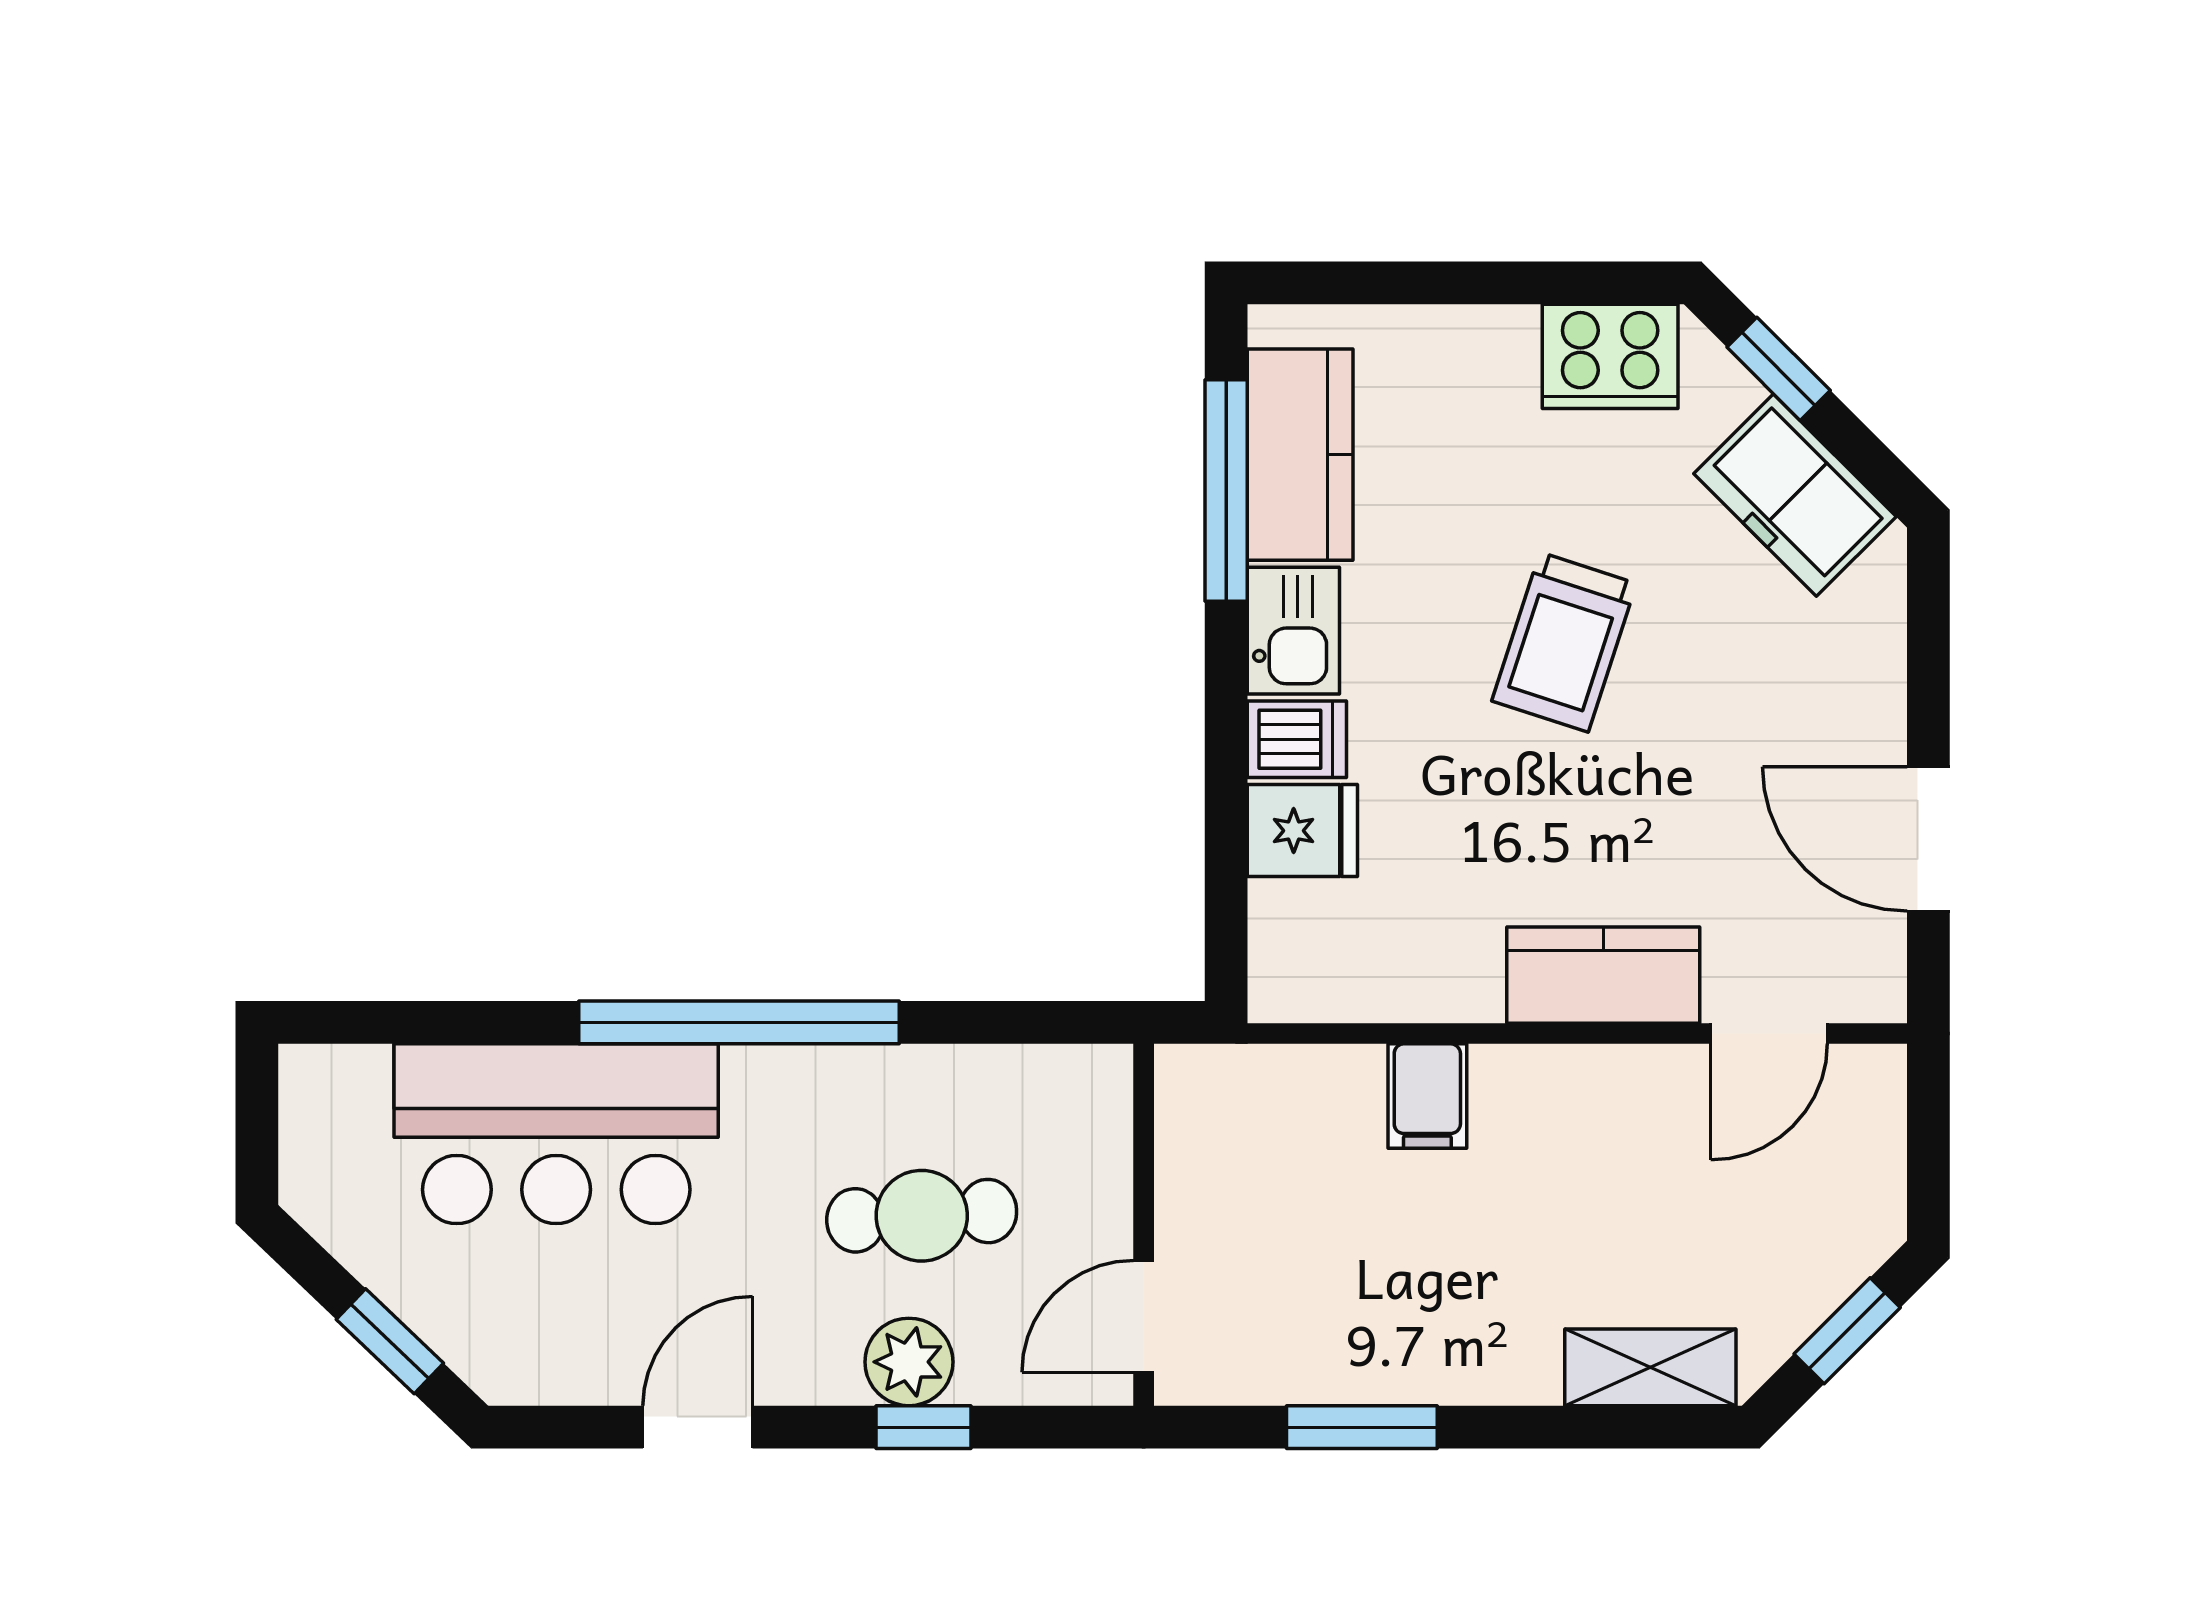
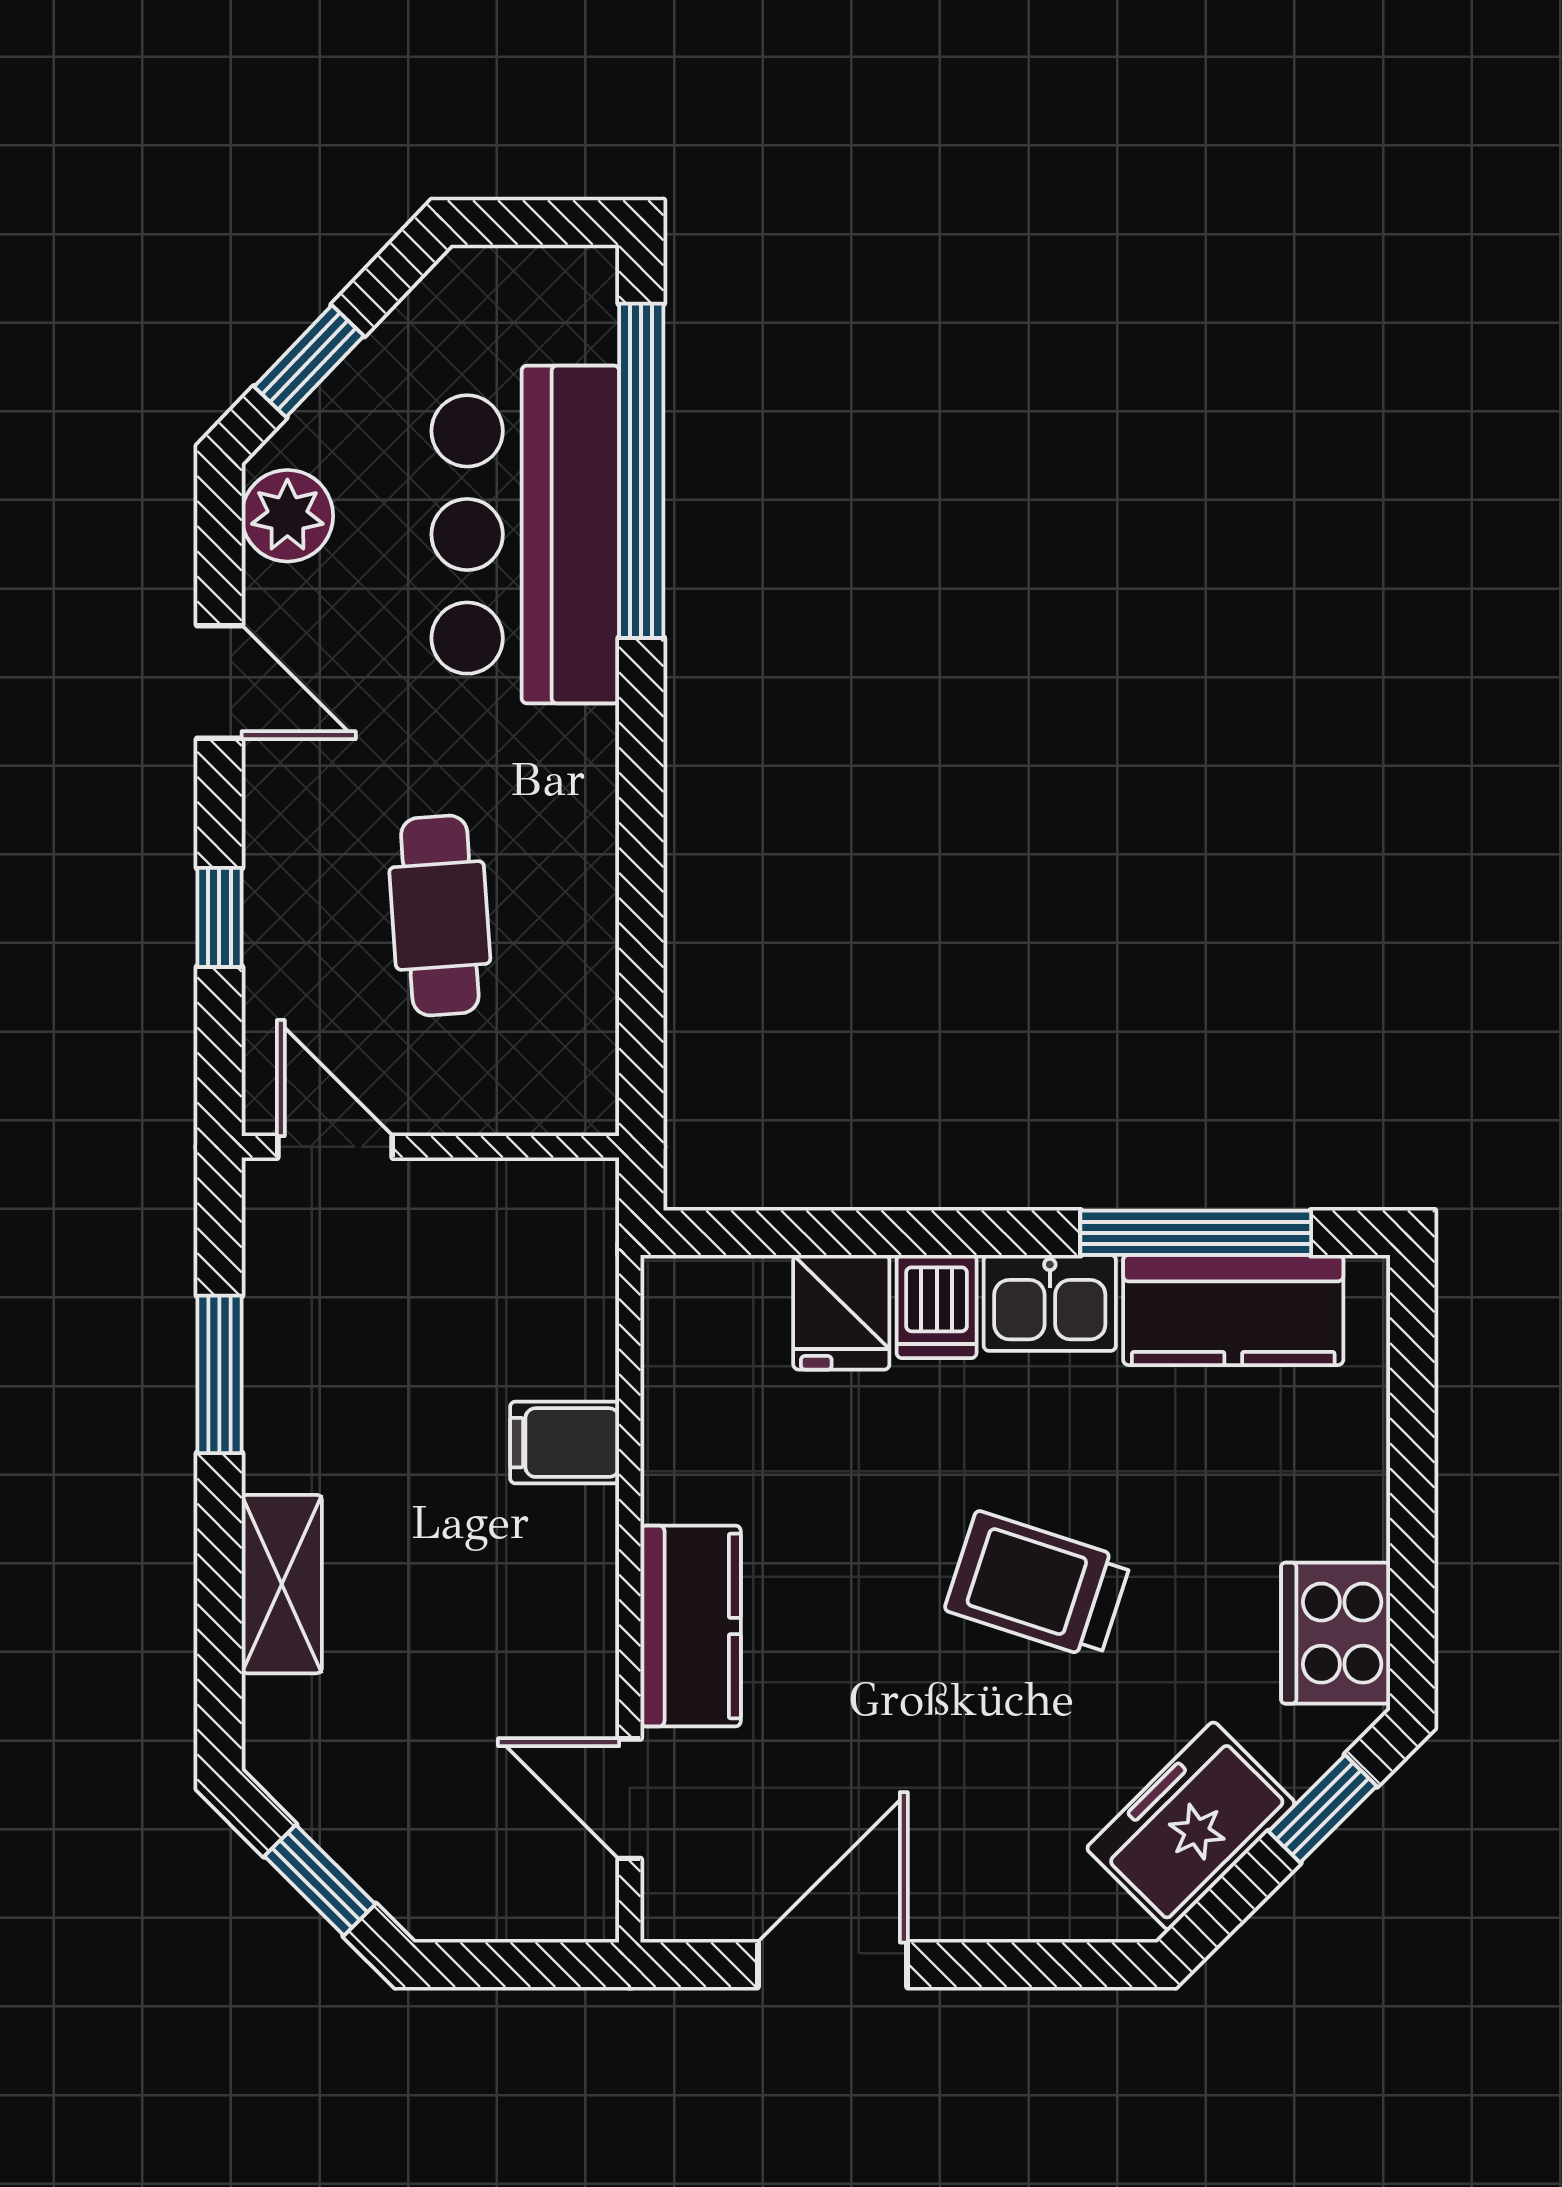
window: (739, 1022) -> (641, 471), moved
plant: (909, 1362) -> (287, 516), moved
shelving: (1650, 1367) -> (282, 1584), moved

